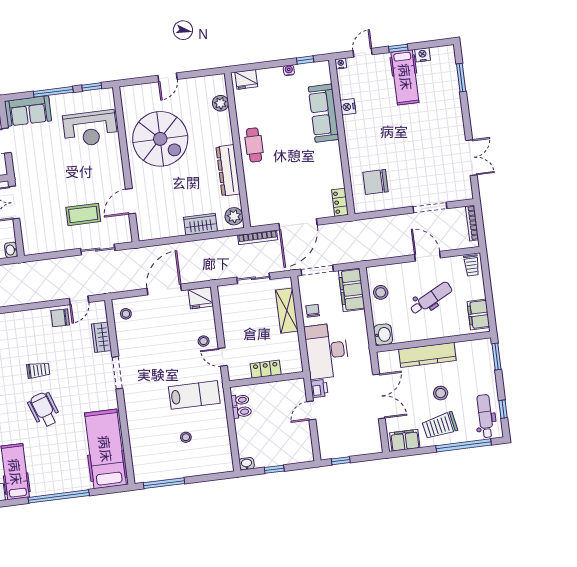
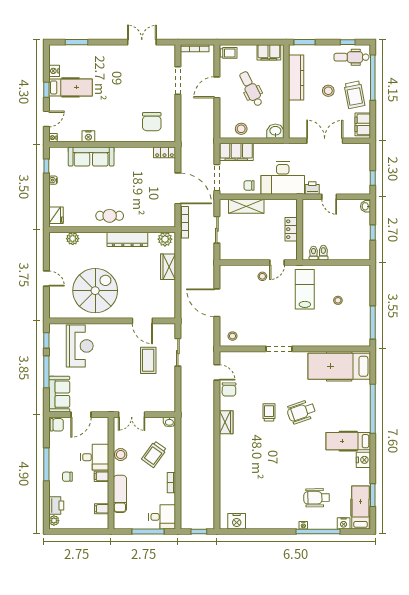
door: (363, 53) -> (46, 119), swing flipped
fridge: (201, 298) -> (227, 274), removed
wardrobe: (101, 337) -> (226, 422), moved, turned -90
kitchen counter: (427, 355) -> (296, 78), moved
washbasin: (247, 464) -> (365, 206), moved

